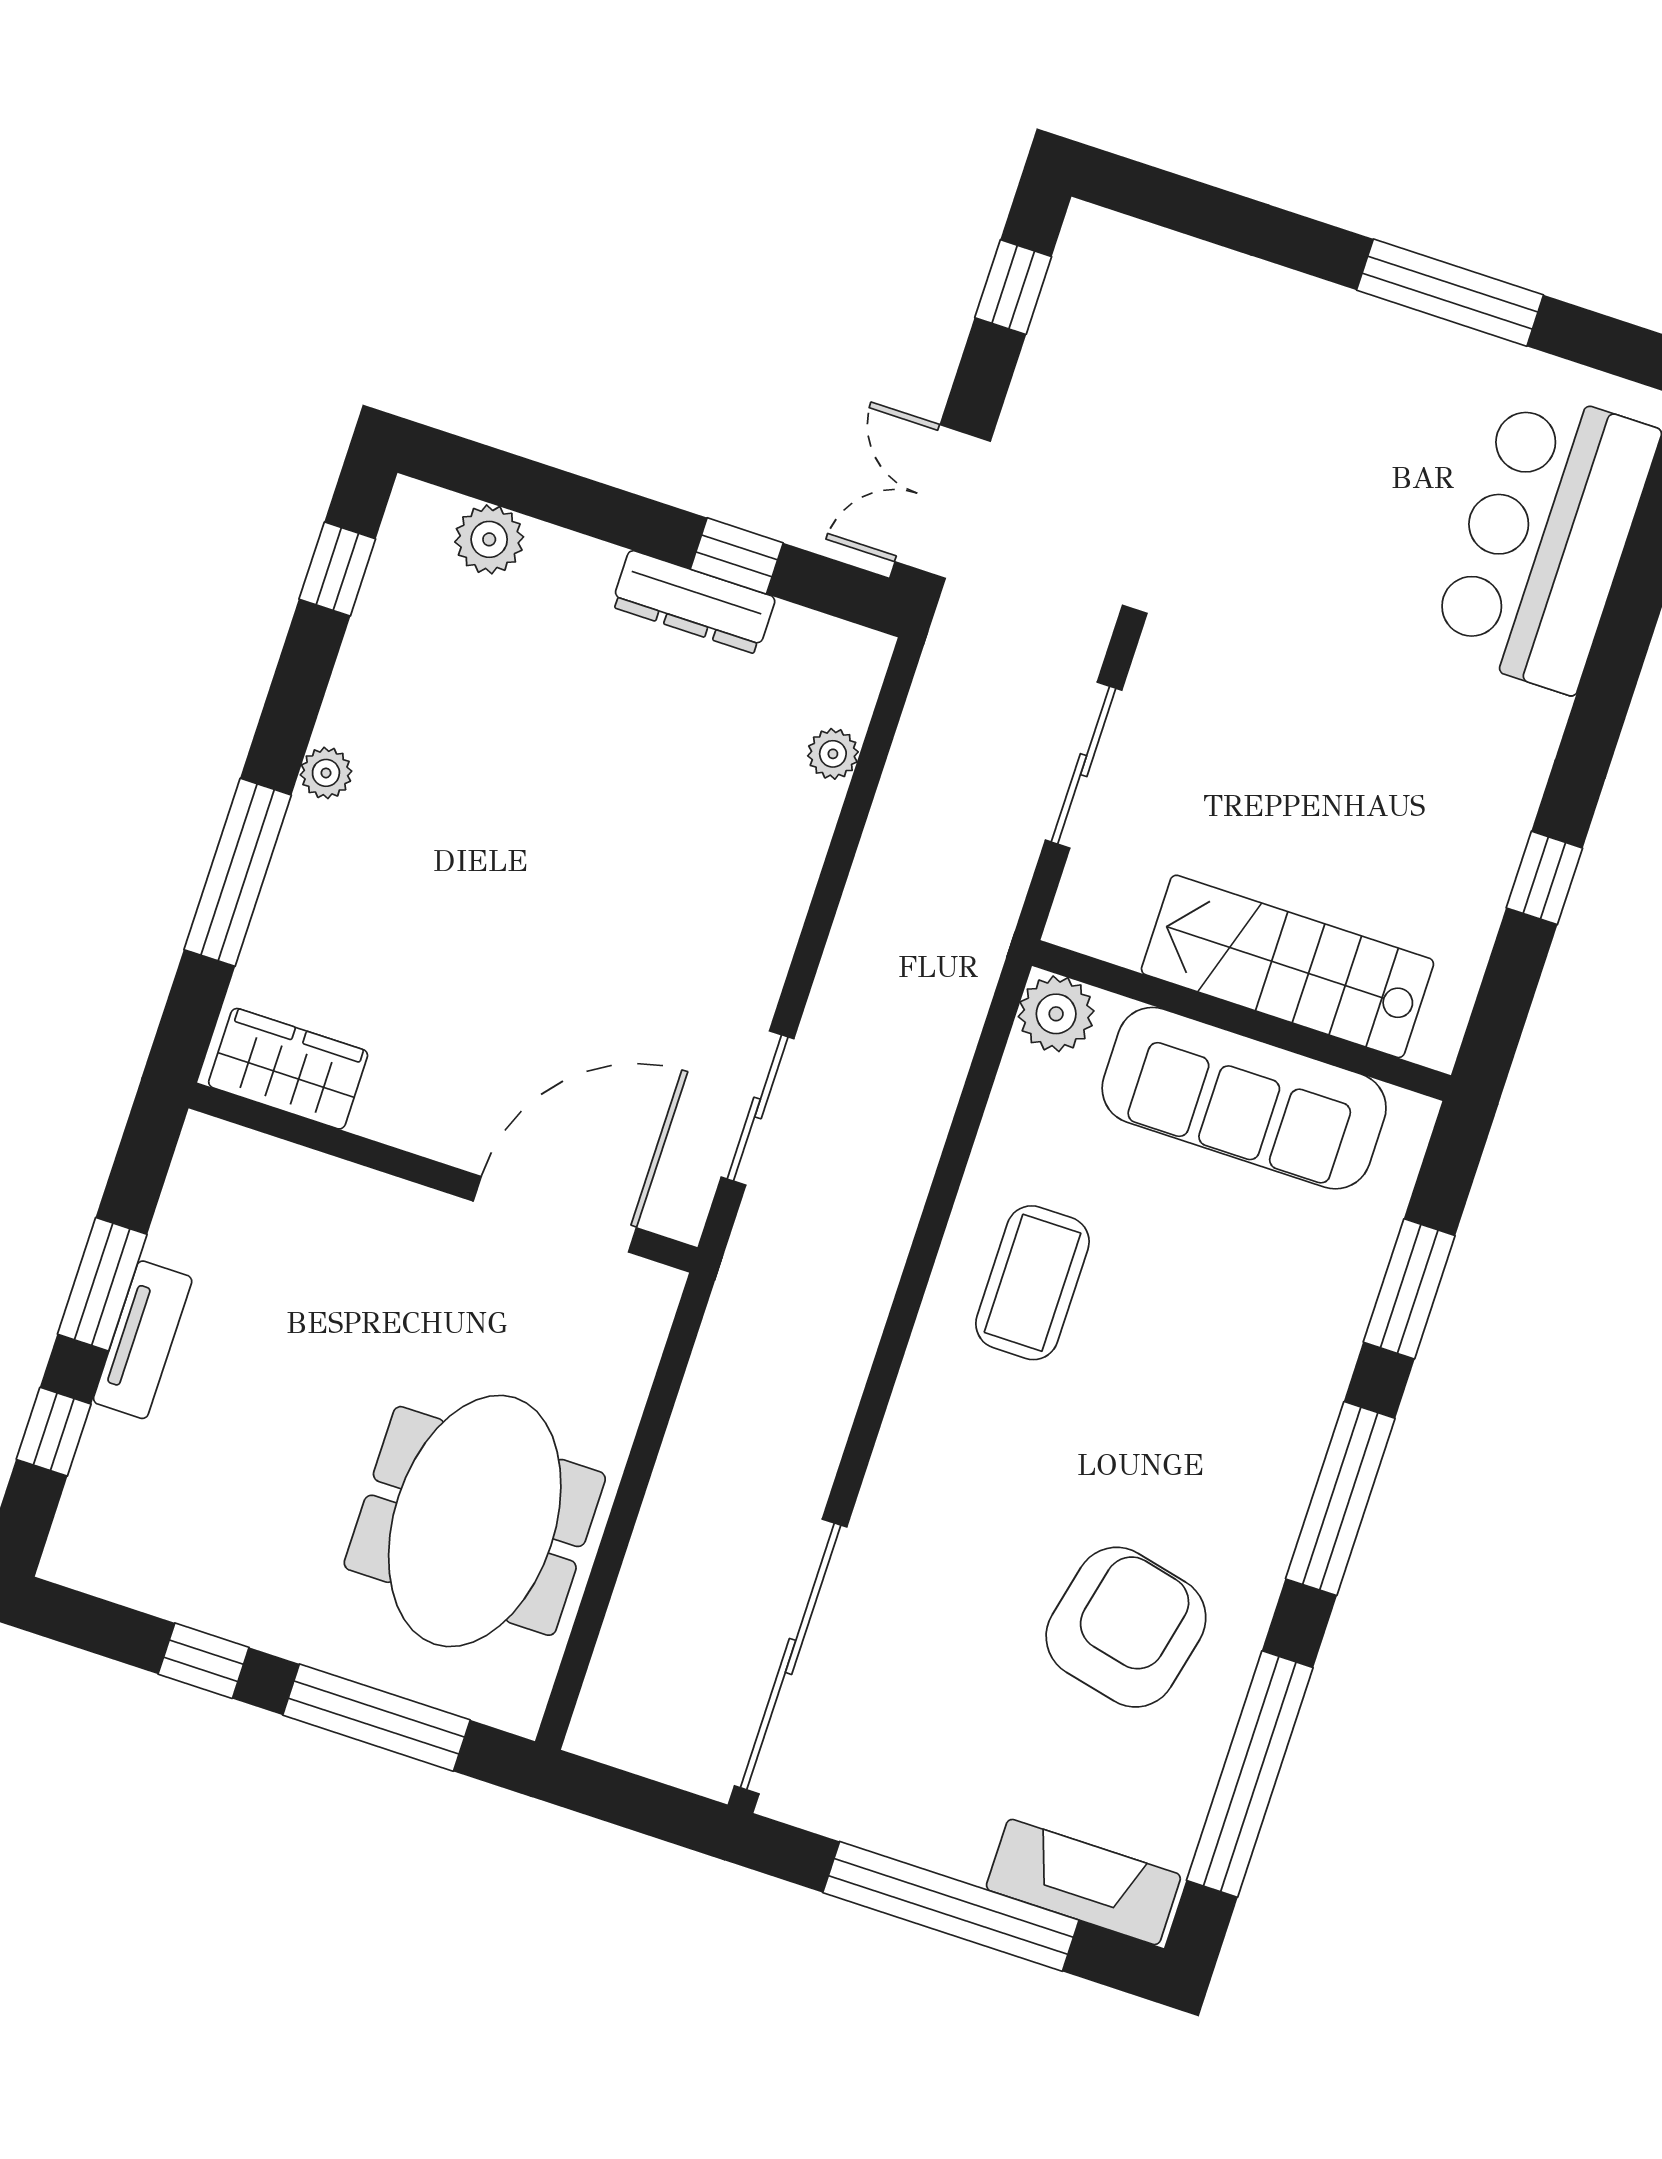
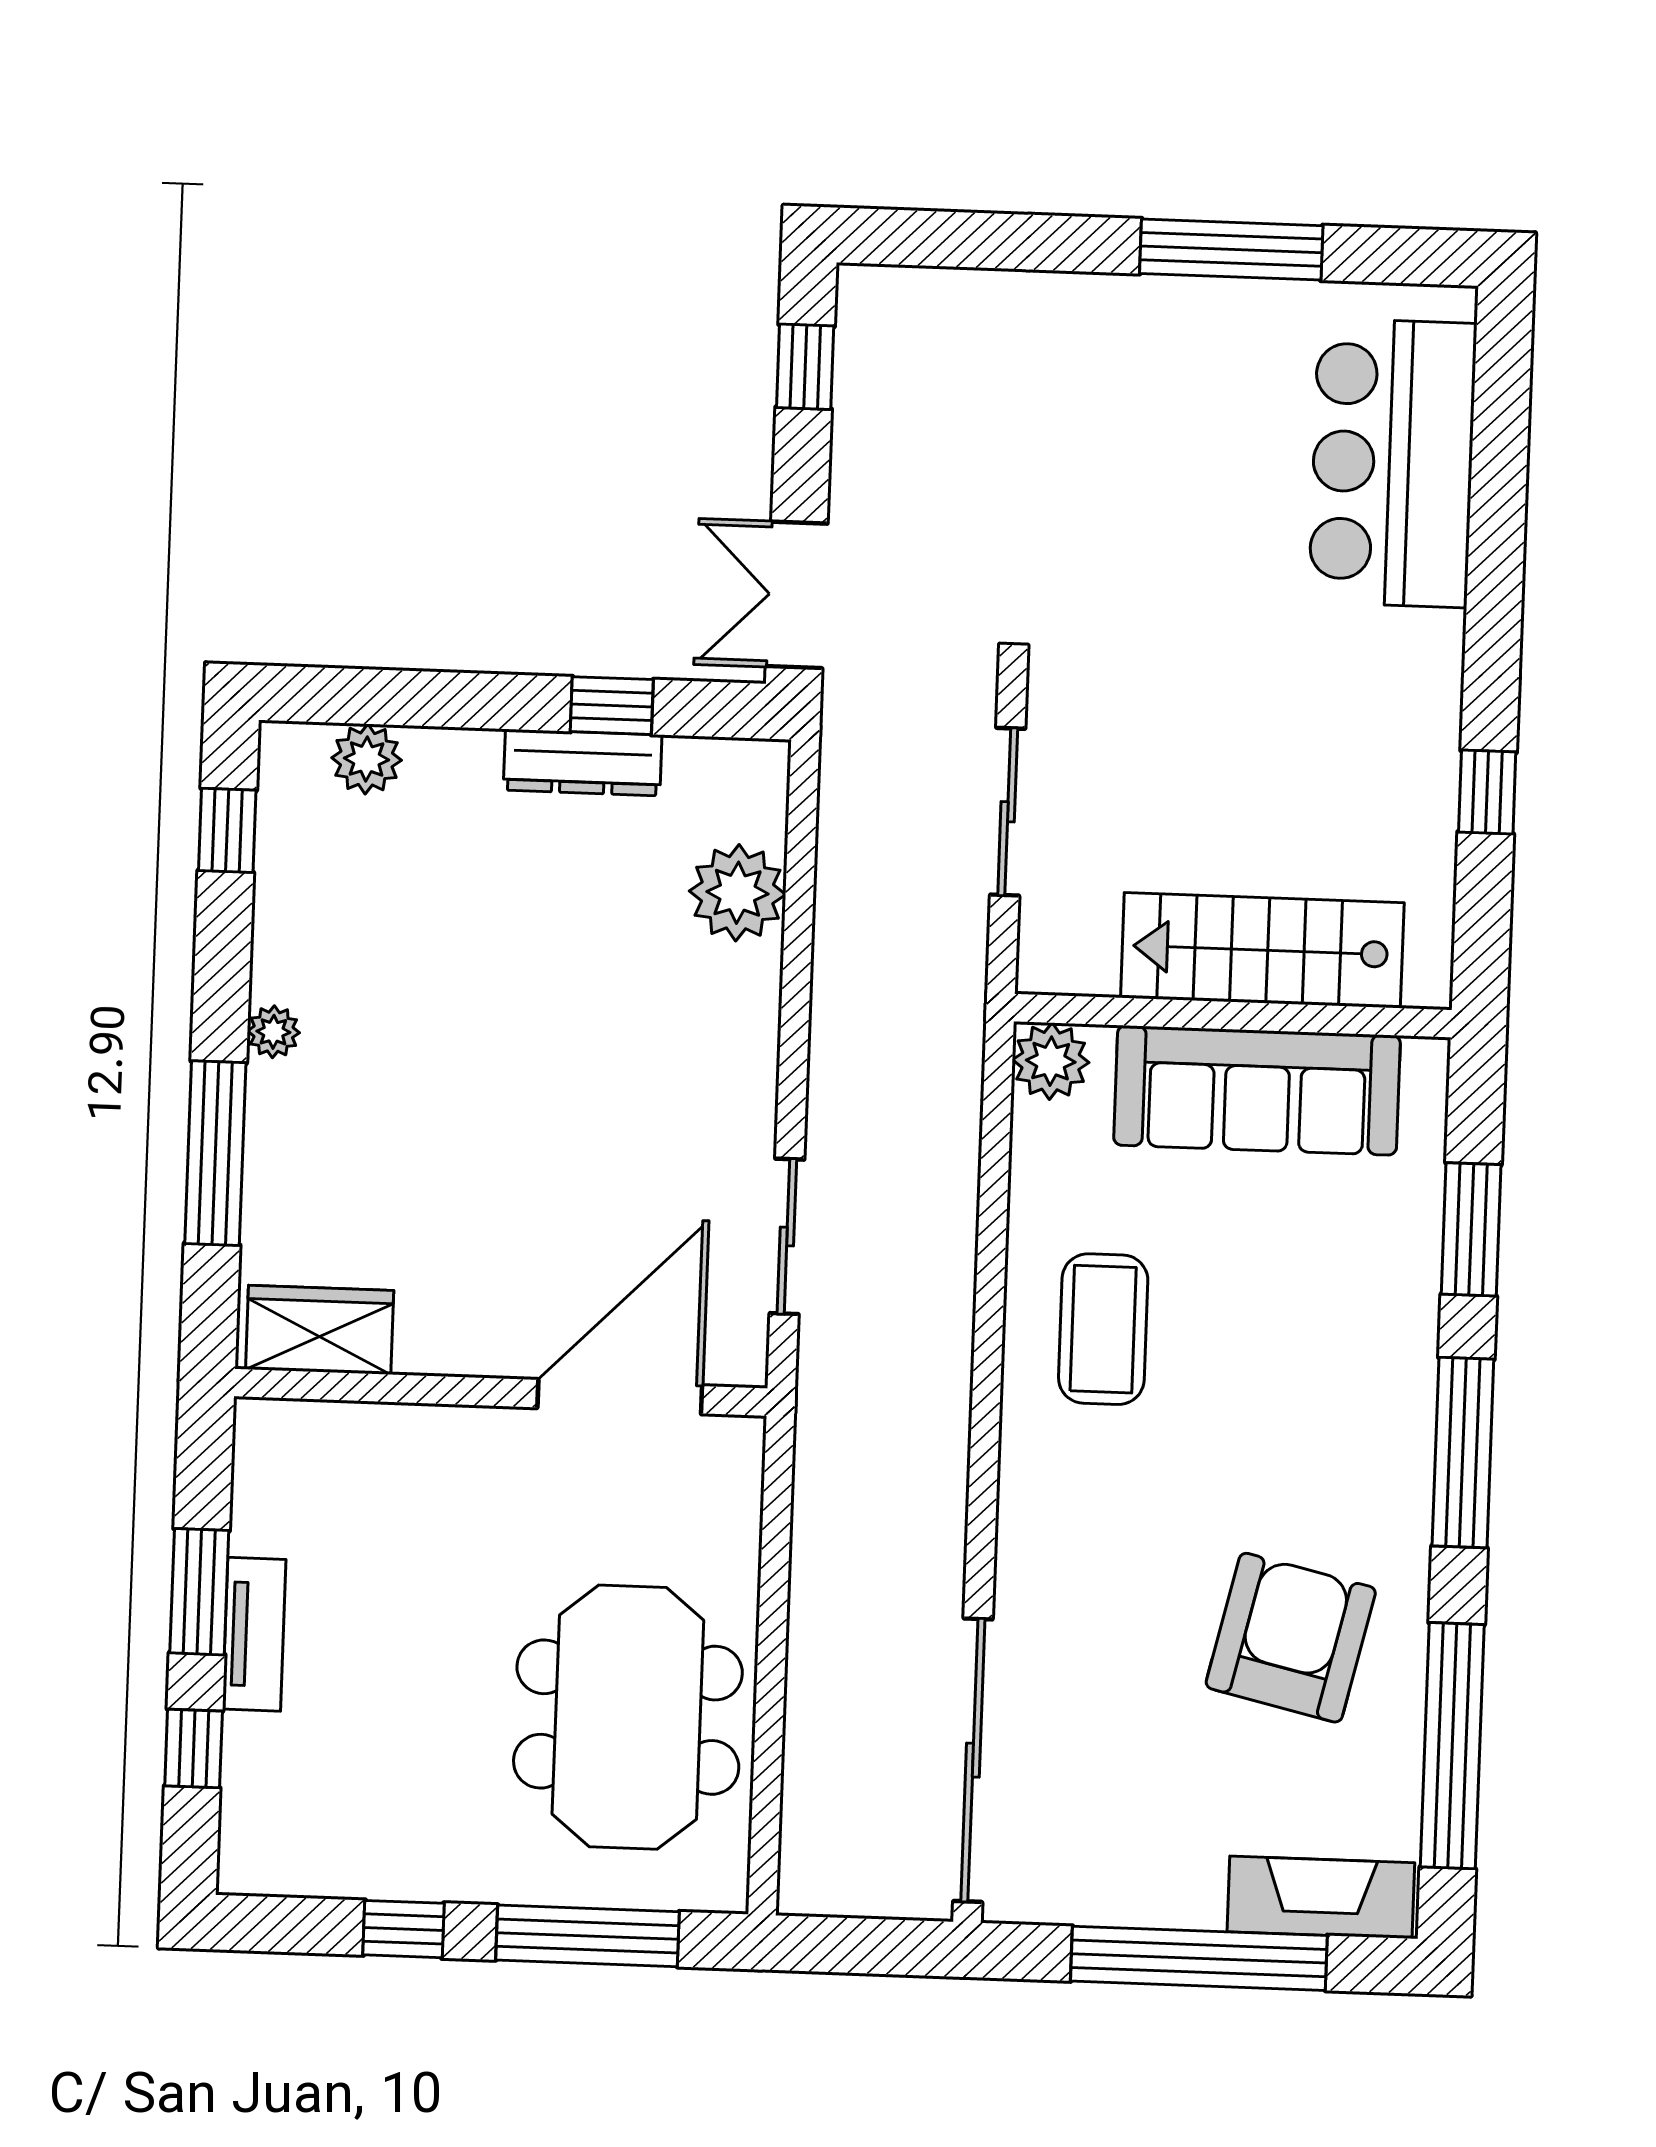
plant: (833, 754) -> (737, 893), width x1.87, depth x1.87

